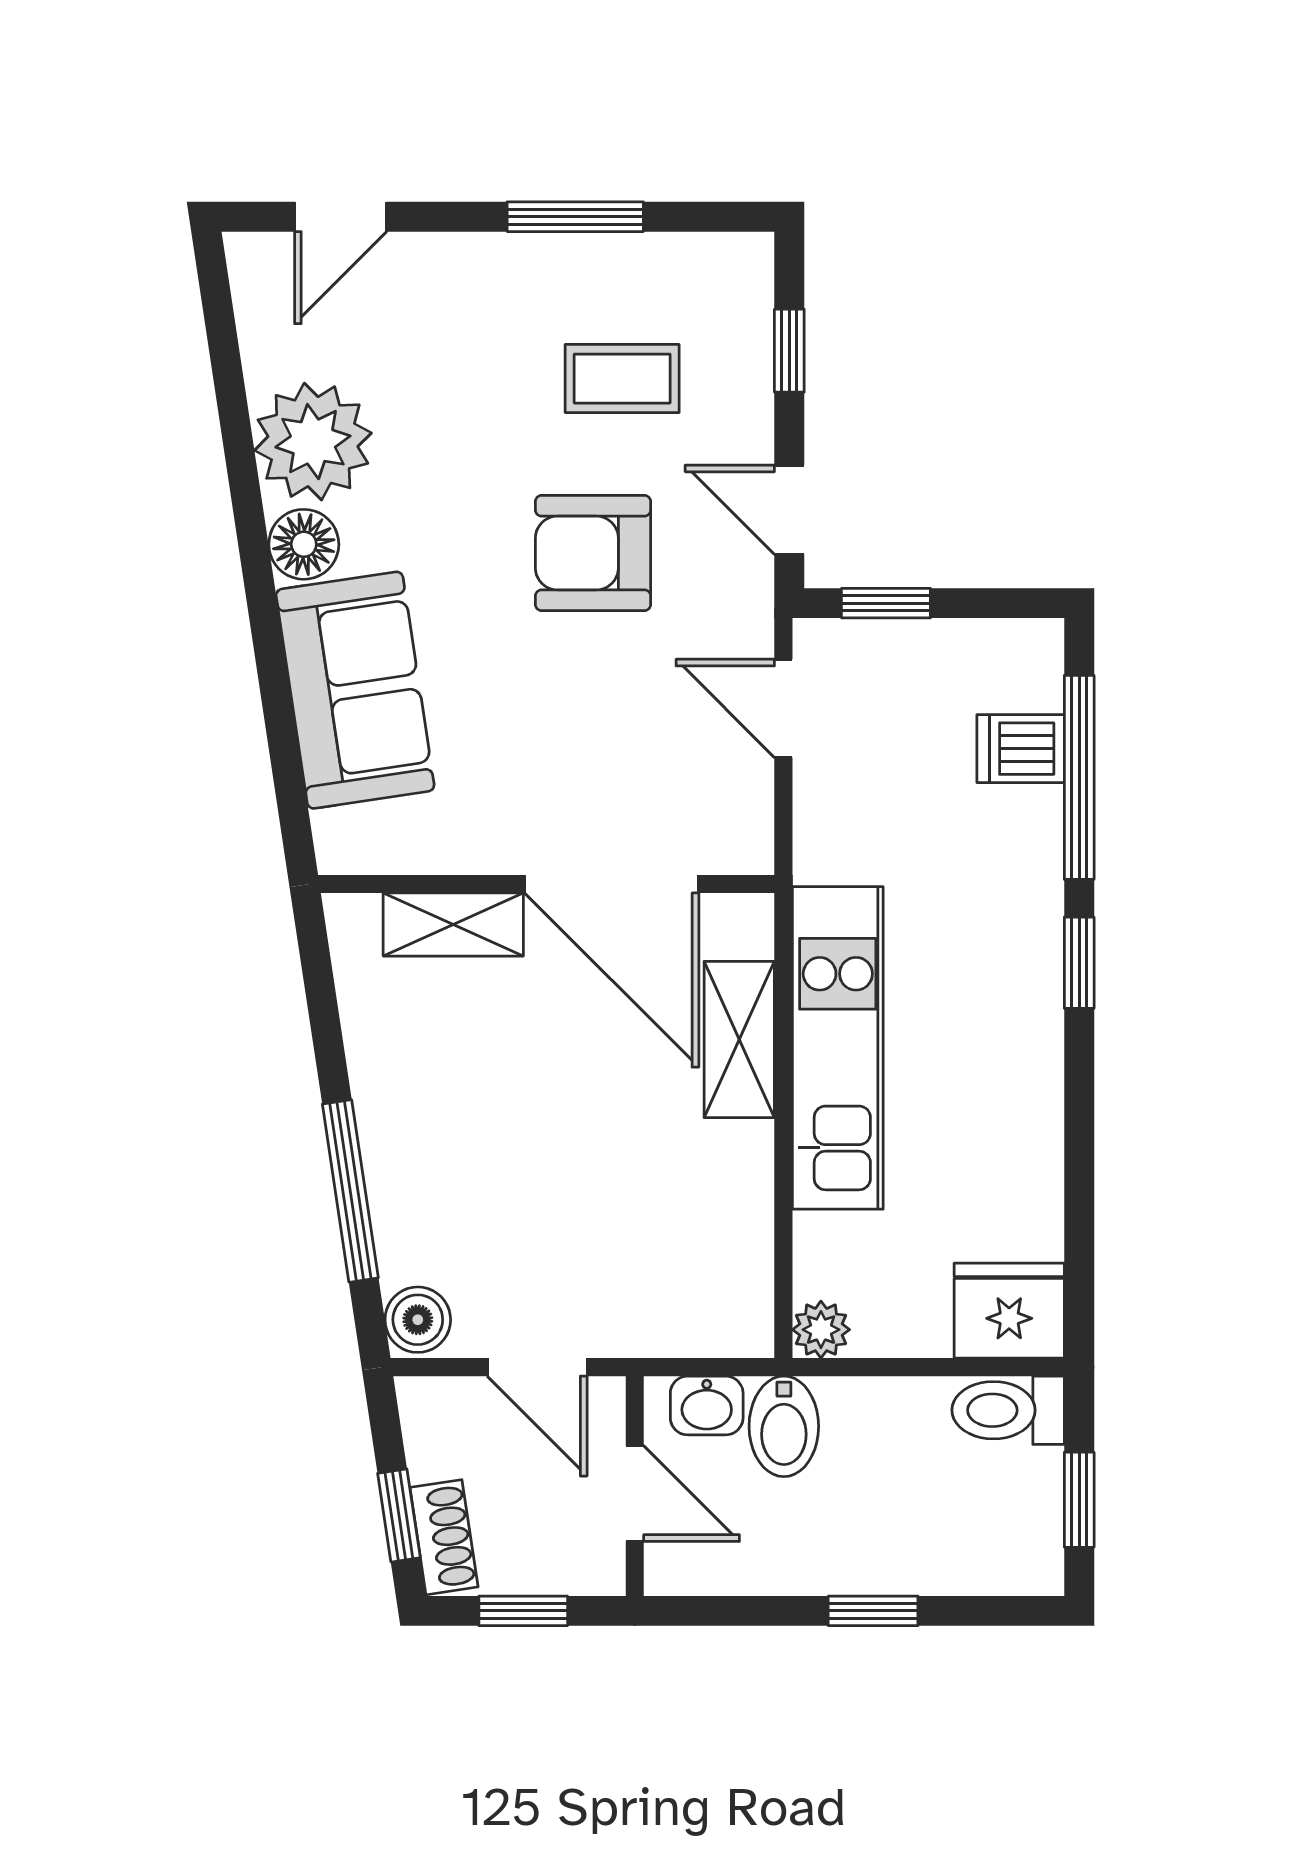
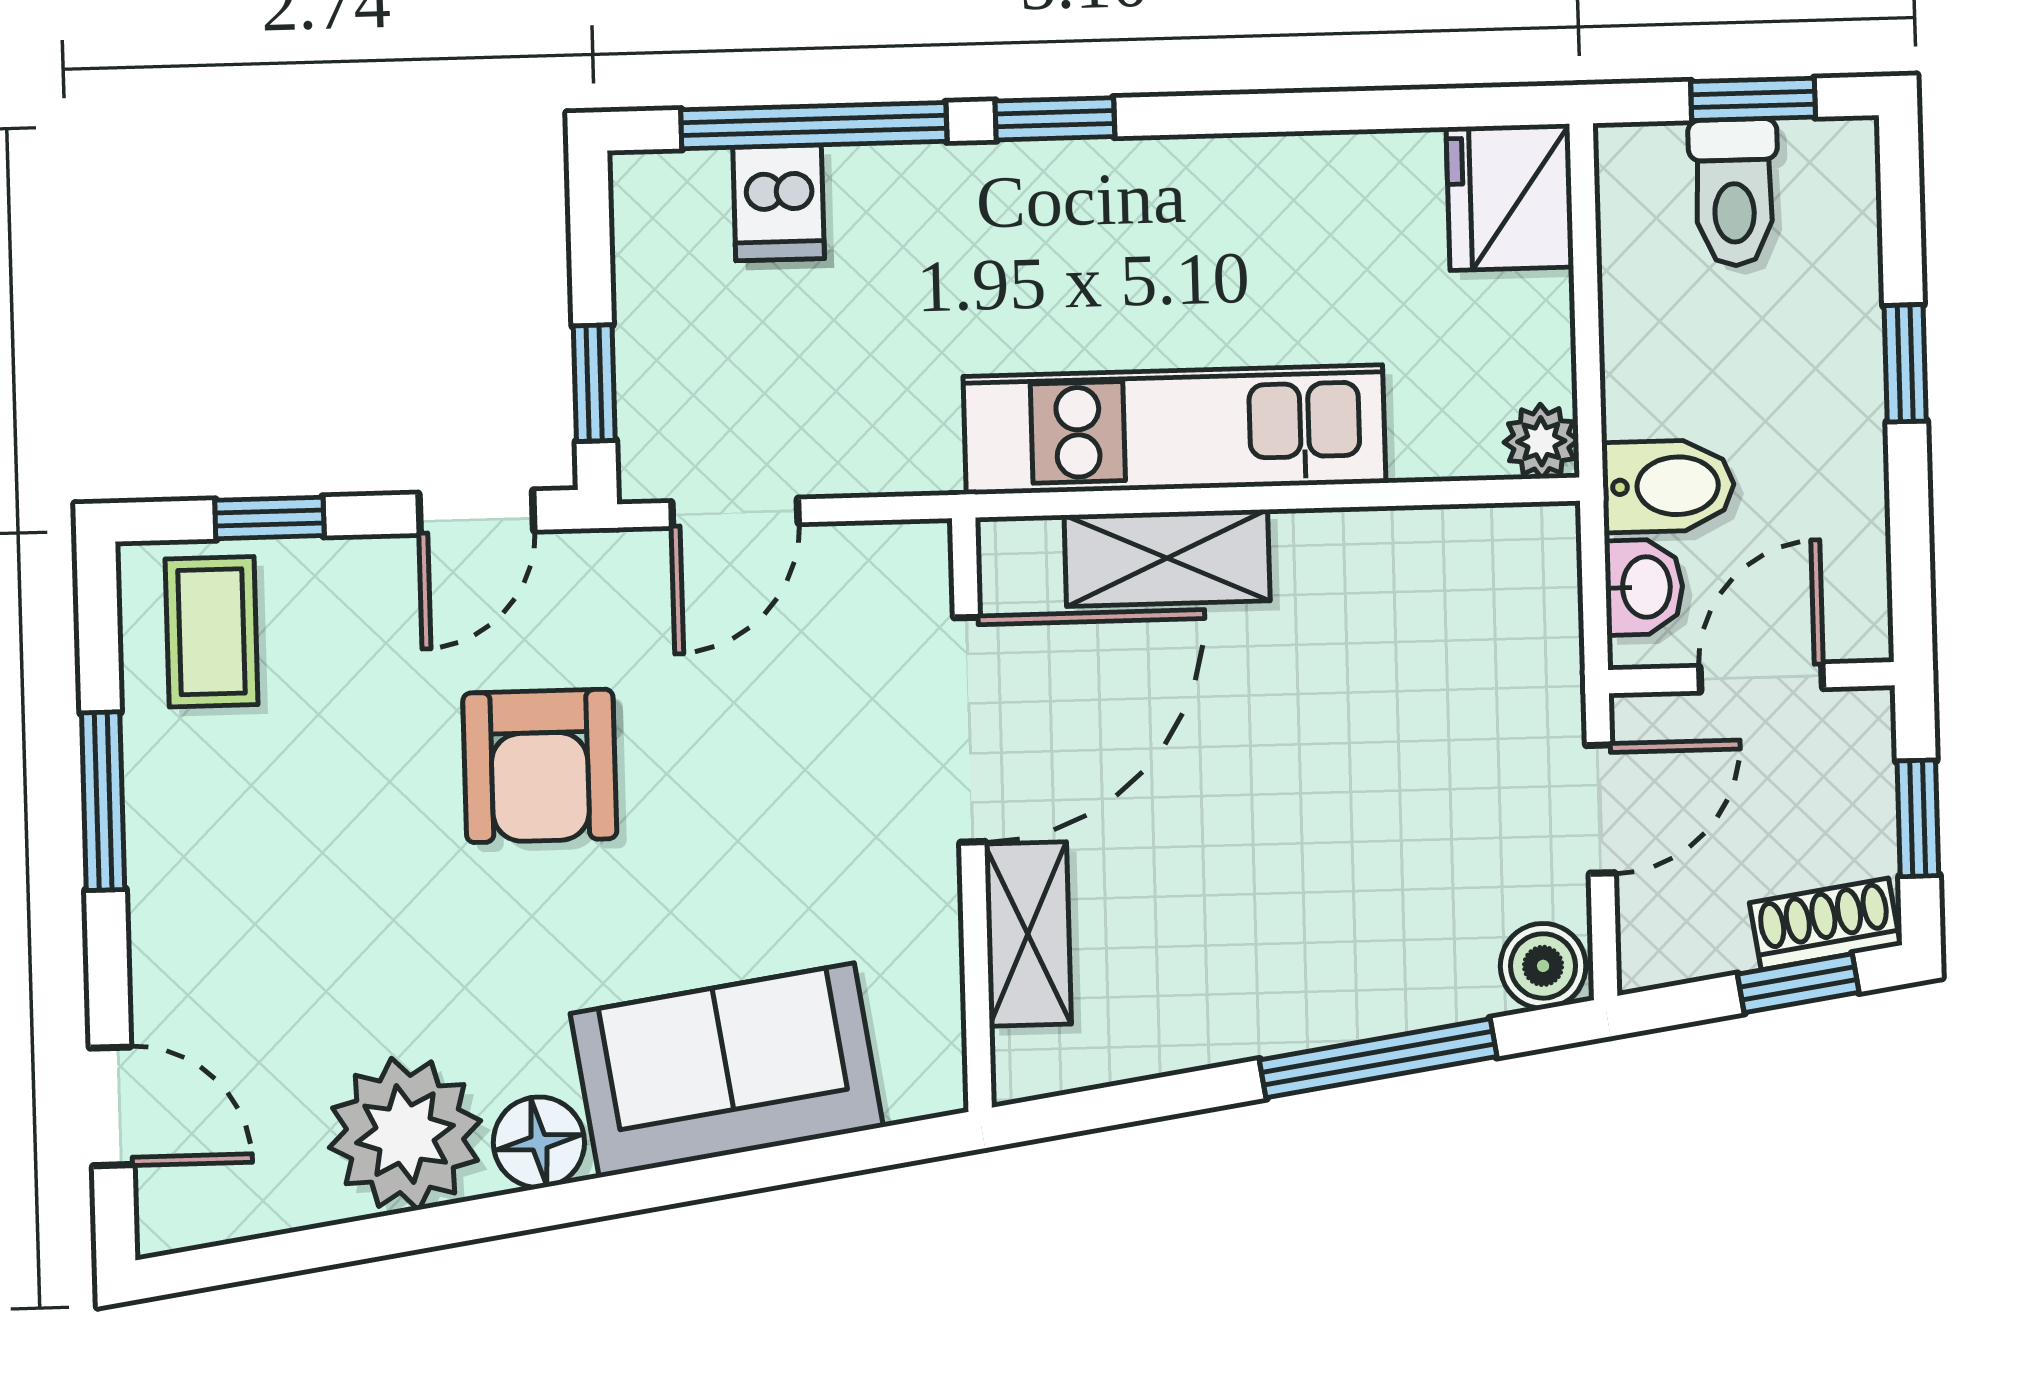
coffee table: (622, 379) -> (212, 632), moved
toilet: (1008, 1410) -> (1734, 192), moved

